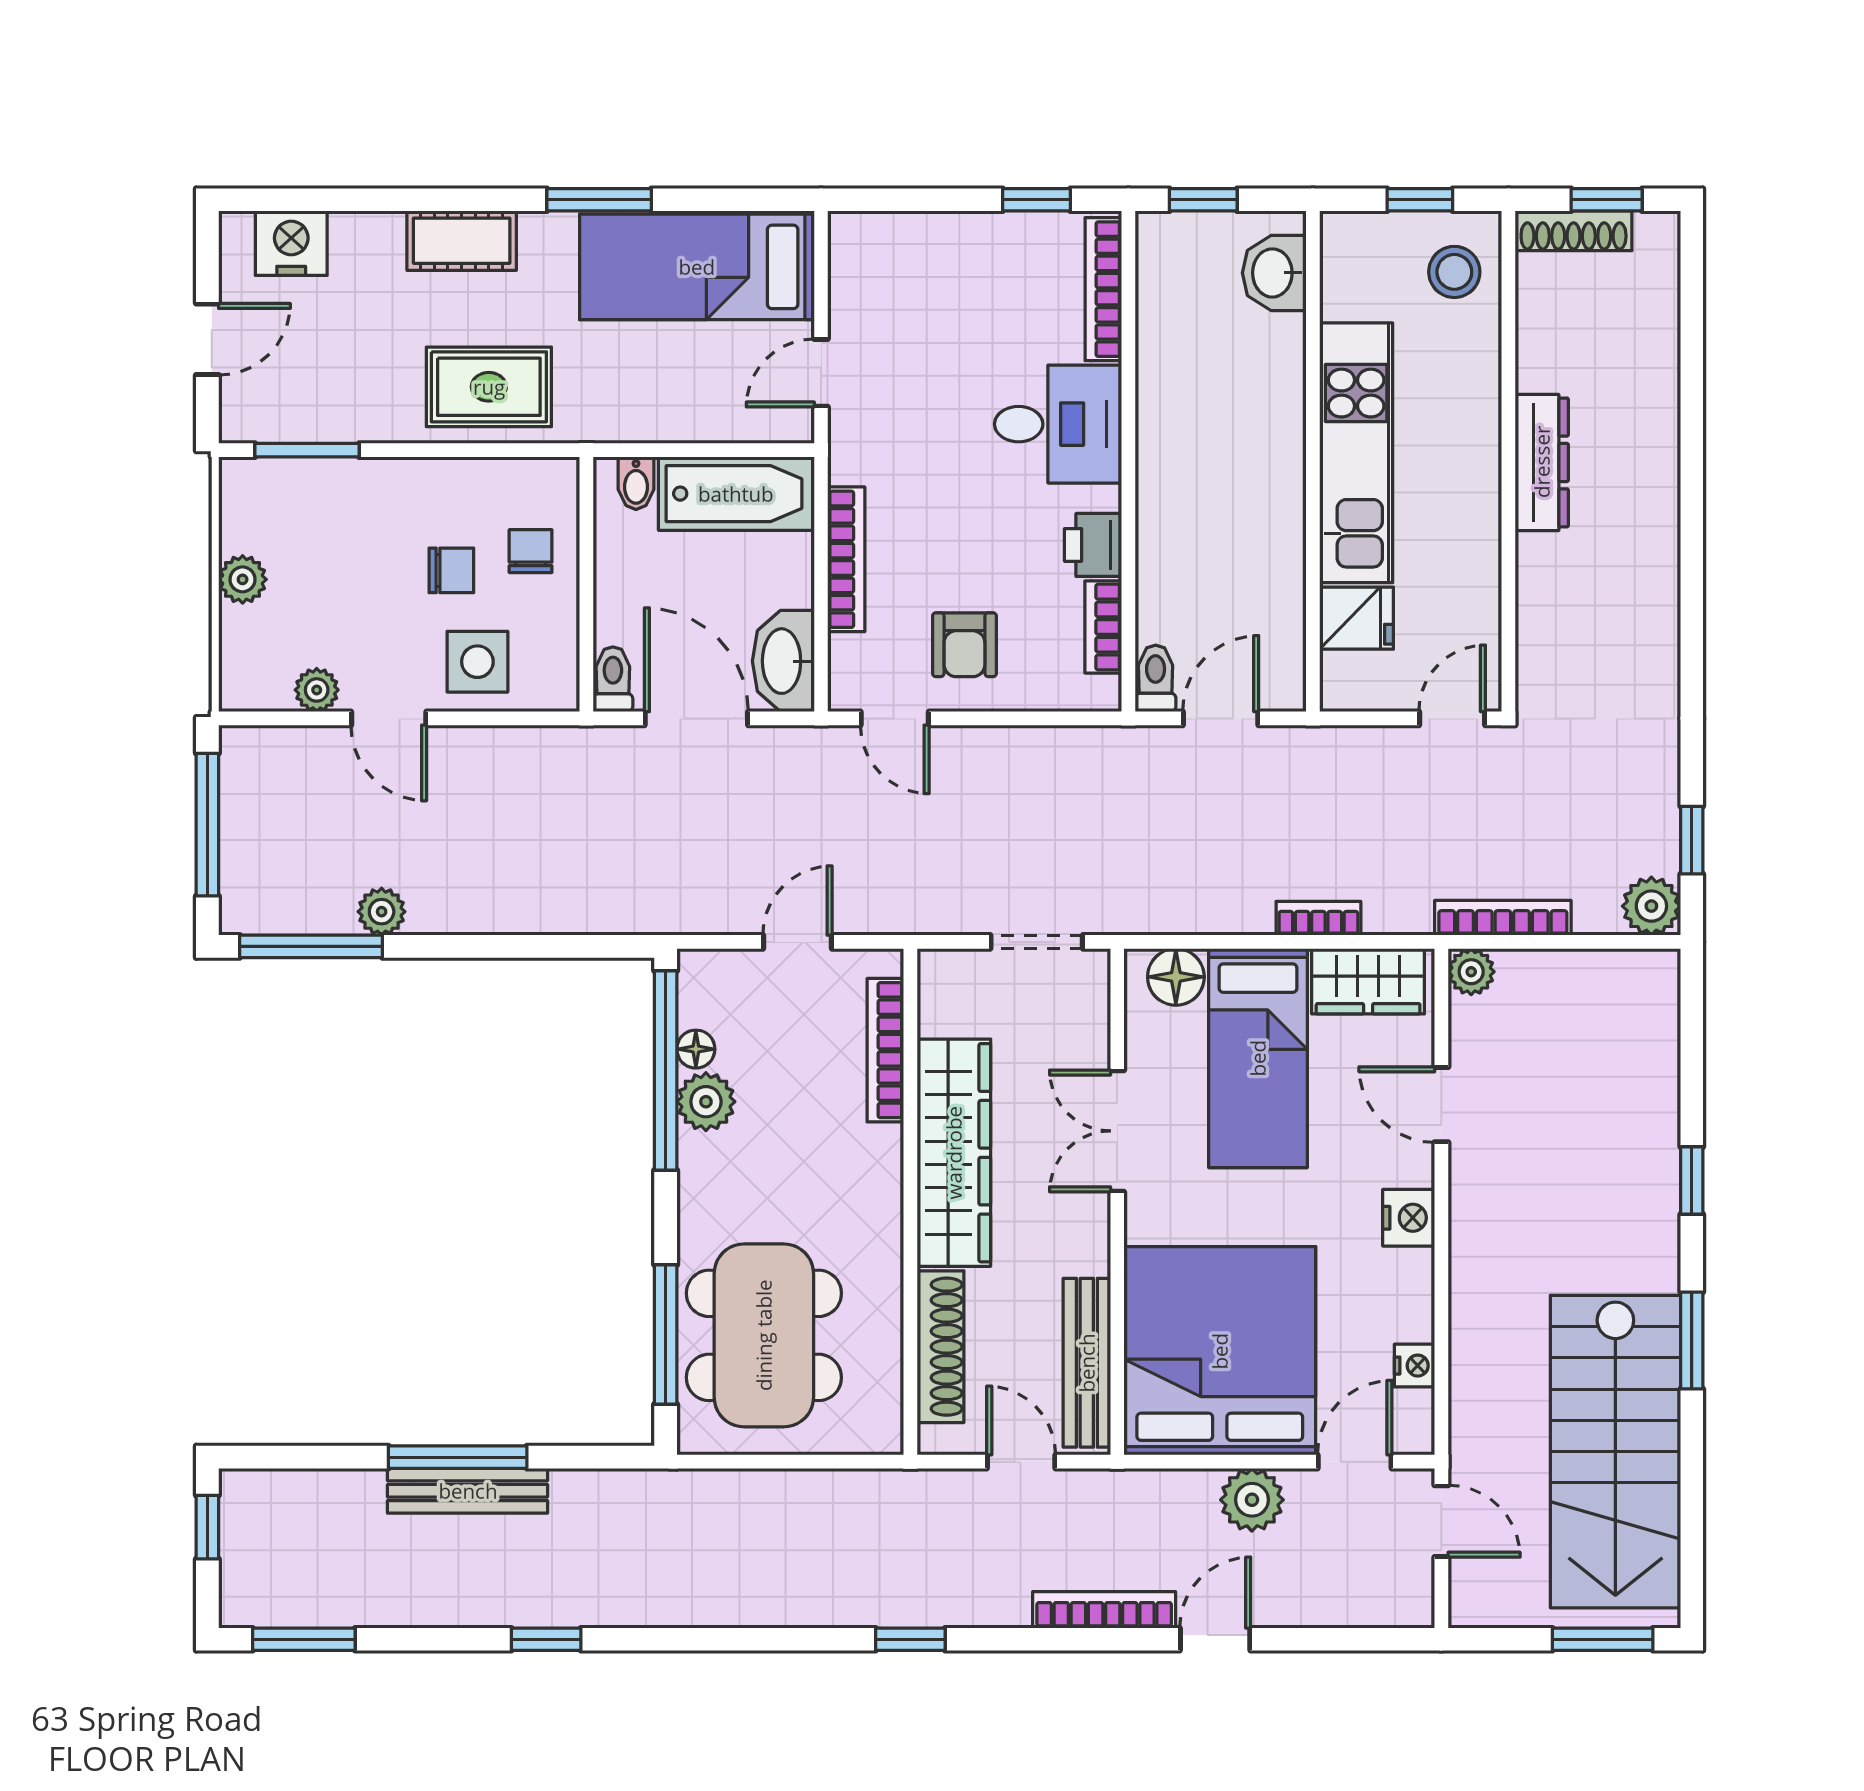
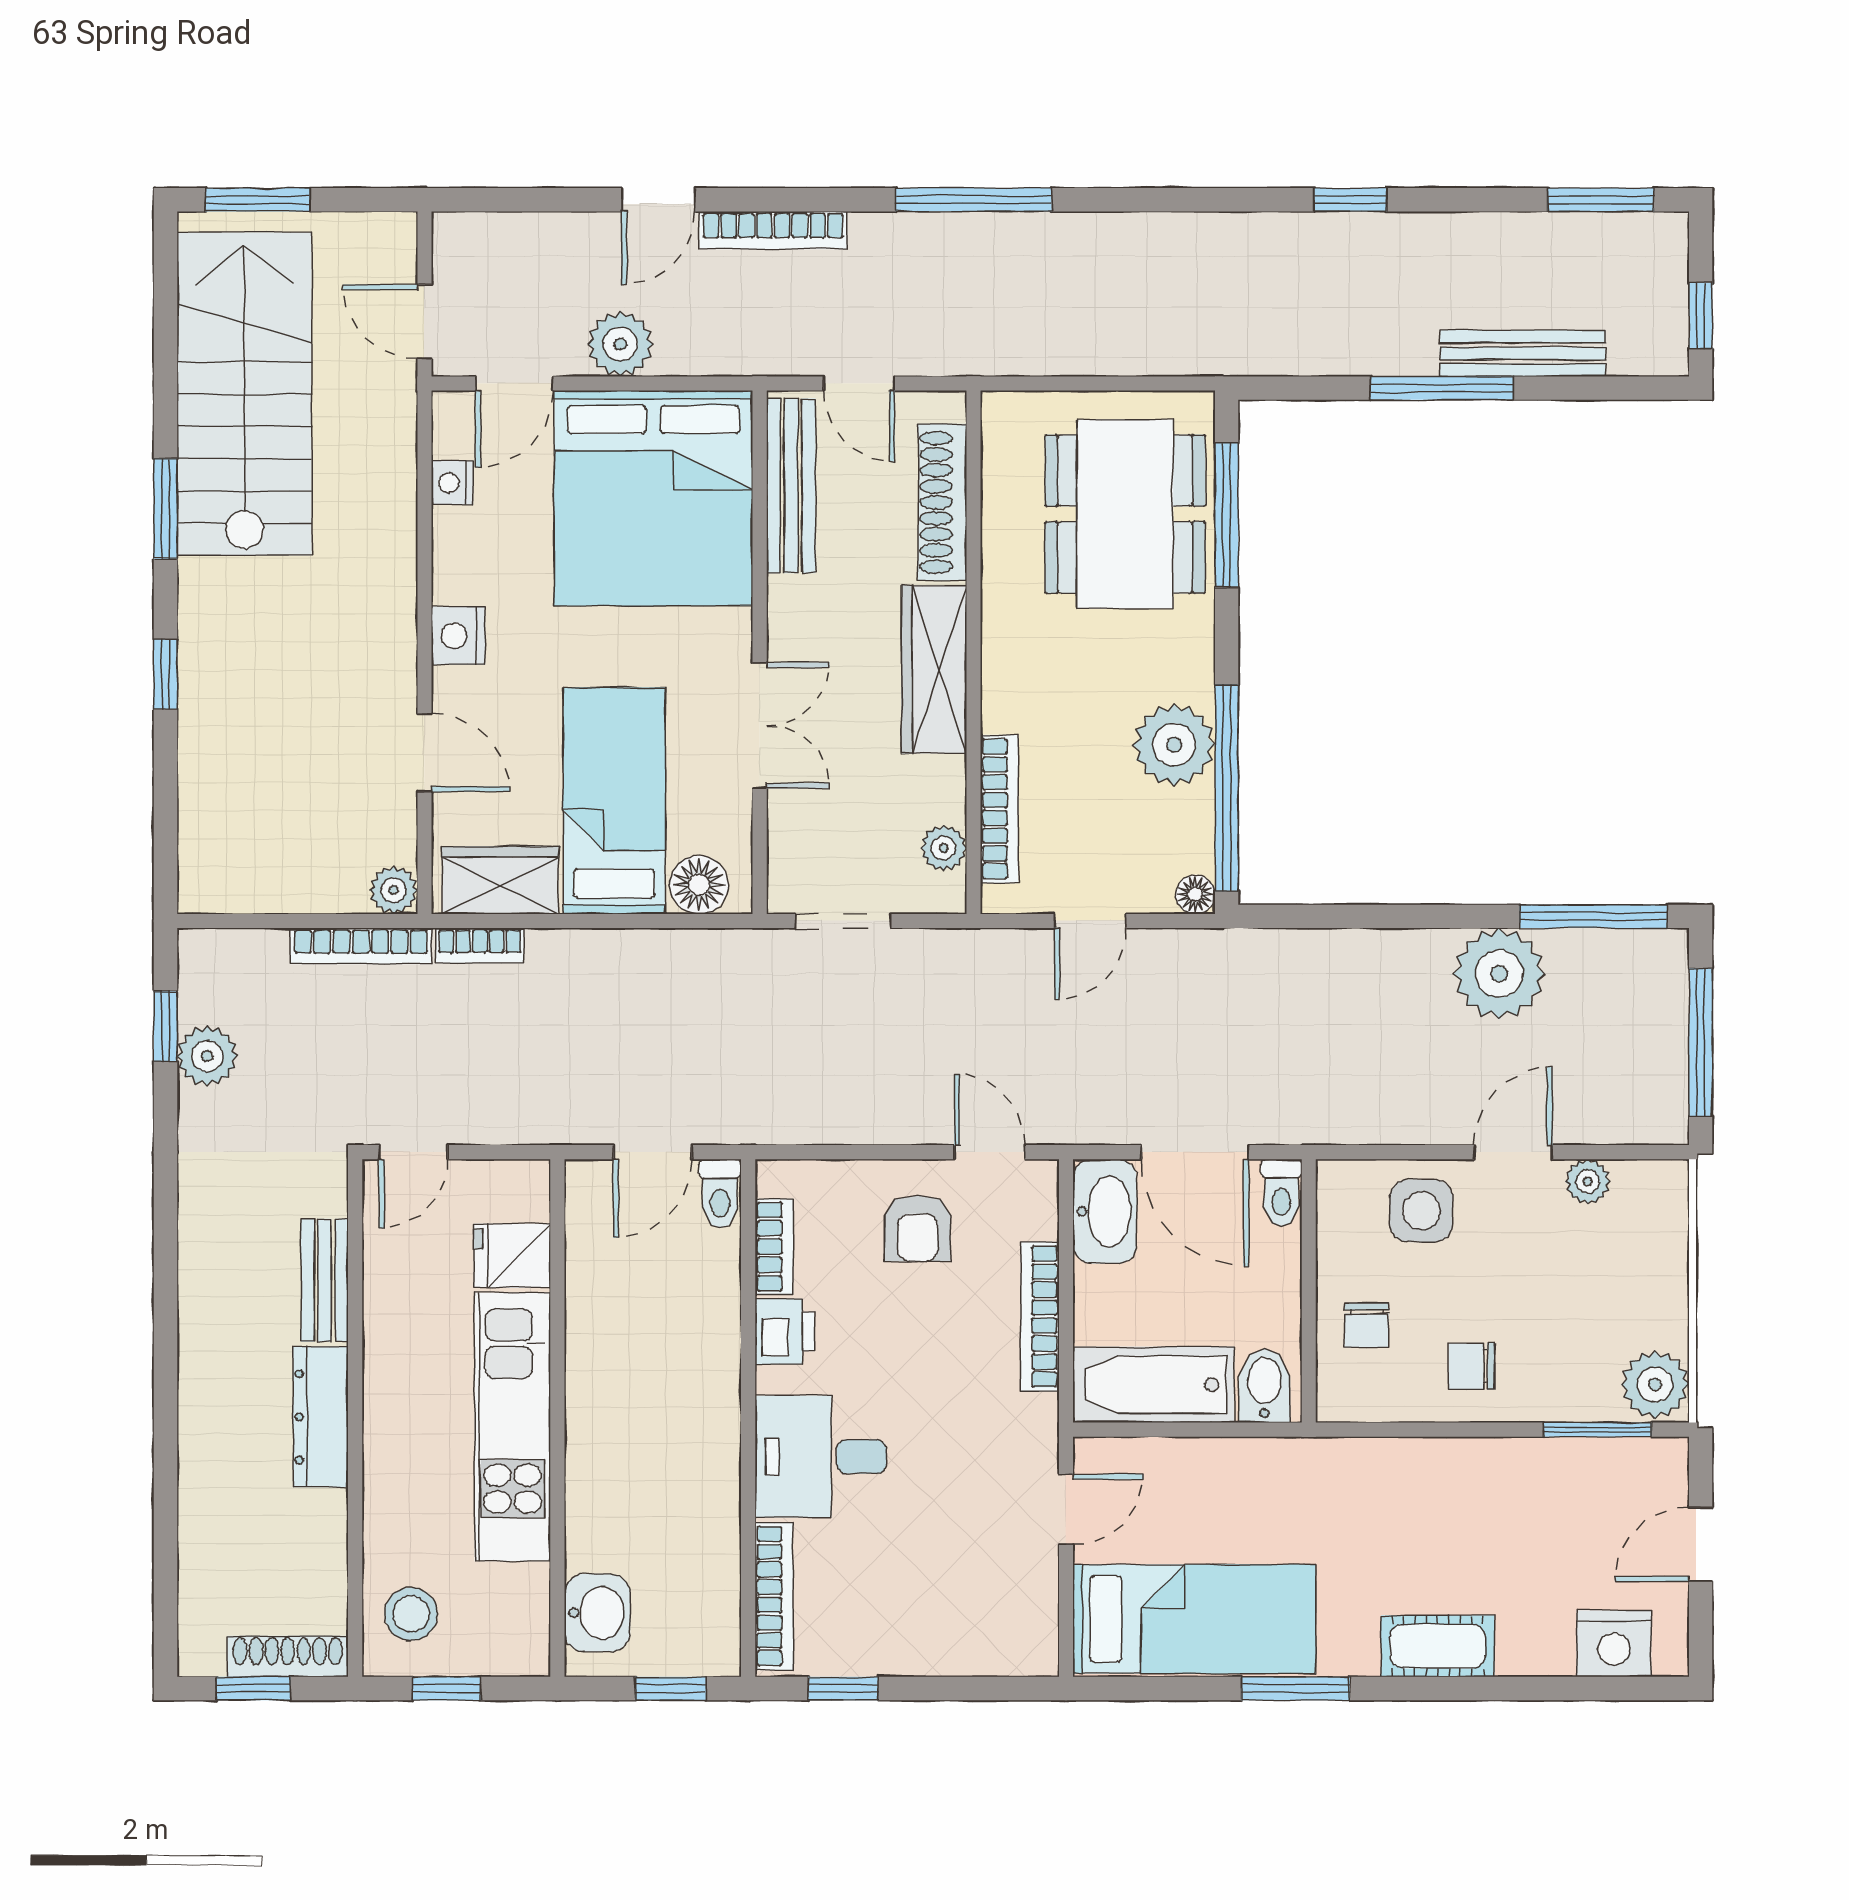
rug: (489, 387) -> (1410, 1495), removed
bidet: (636, 483) -> (1264, 1386), width x1.38, depth x1.36
chair: (451, 570) -> (1472, 1366), moved
plant: (243, 579) -> (1655, 1385), moved, width x1.38, depth x1.38
bench: (1538, 594) -> (325, 1280), added
armchair: (964, 645) -> (918, 1228), turned 180
door: (389, 718) -> (1513, 1152), hinge flipped
plant: (1651, 906) -> (207, 1056), moved
plant: (382, 912) -> (1499, 974), width x1.88, depth x1.88
bookcase: (1318, 918) -> (480, 945), moved
plant: (939, 1012) -> (944, 848), added
floor lamp: (696, 1049) -> (1195, 894), moved
plant: (706, 1102) -> (1174, 745), width x1.36, depth x1.36
wardrobe: (954, 1153) -> (934, 669), width x0.71, depth x0.85
bench: (468, 1491) -> (1523, 353), moved
window: (910, 1639) -> (974, 200), width x2.17

